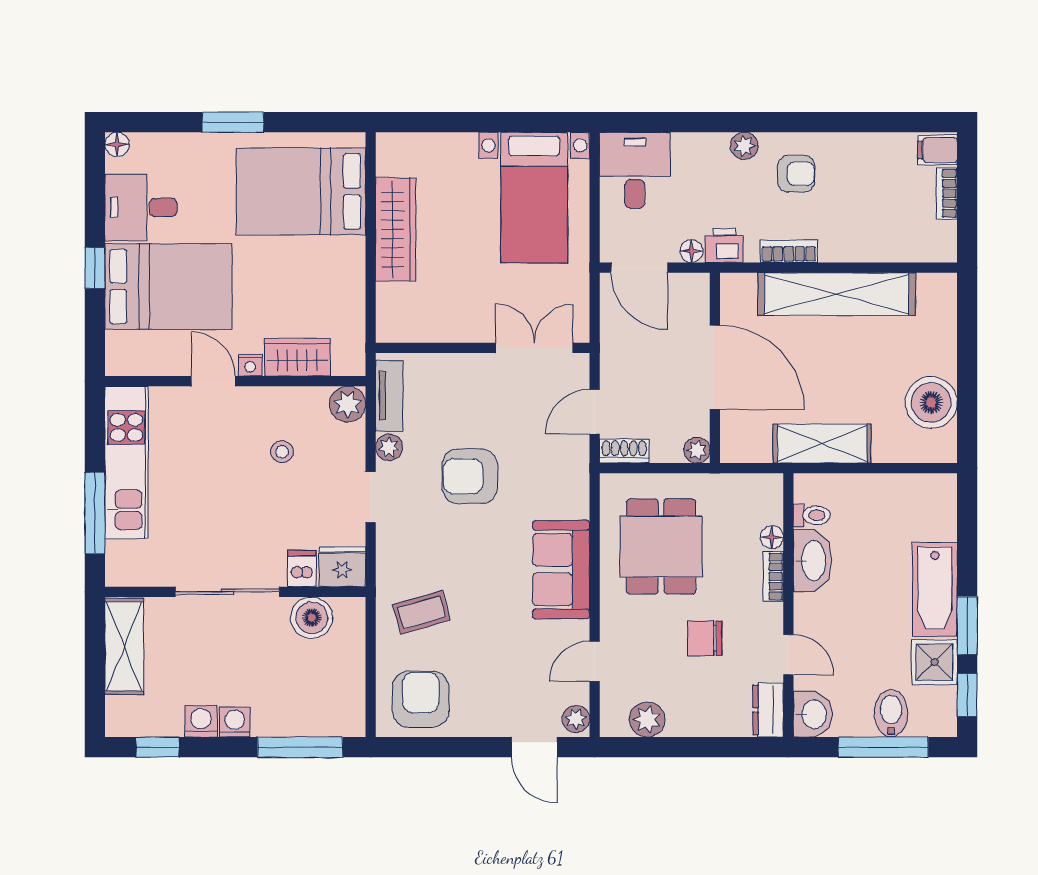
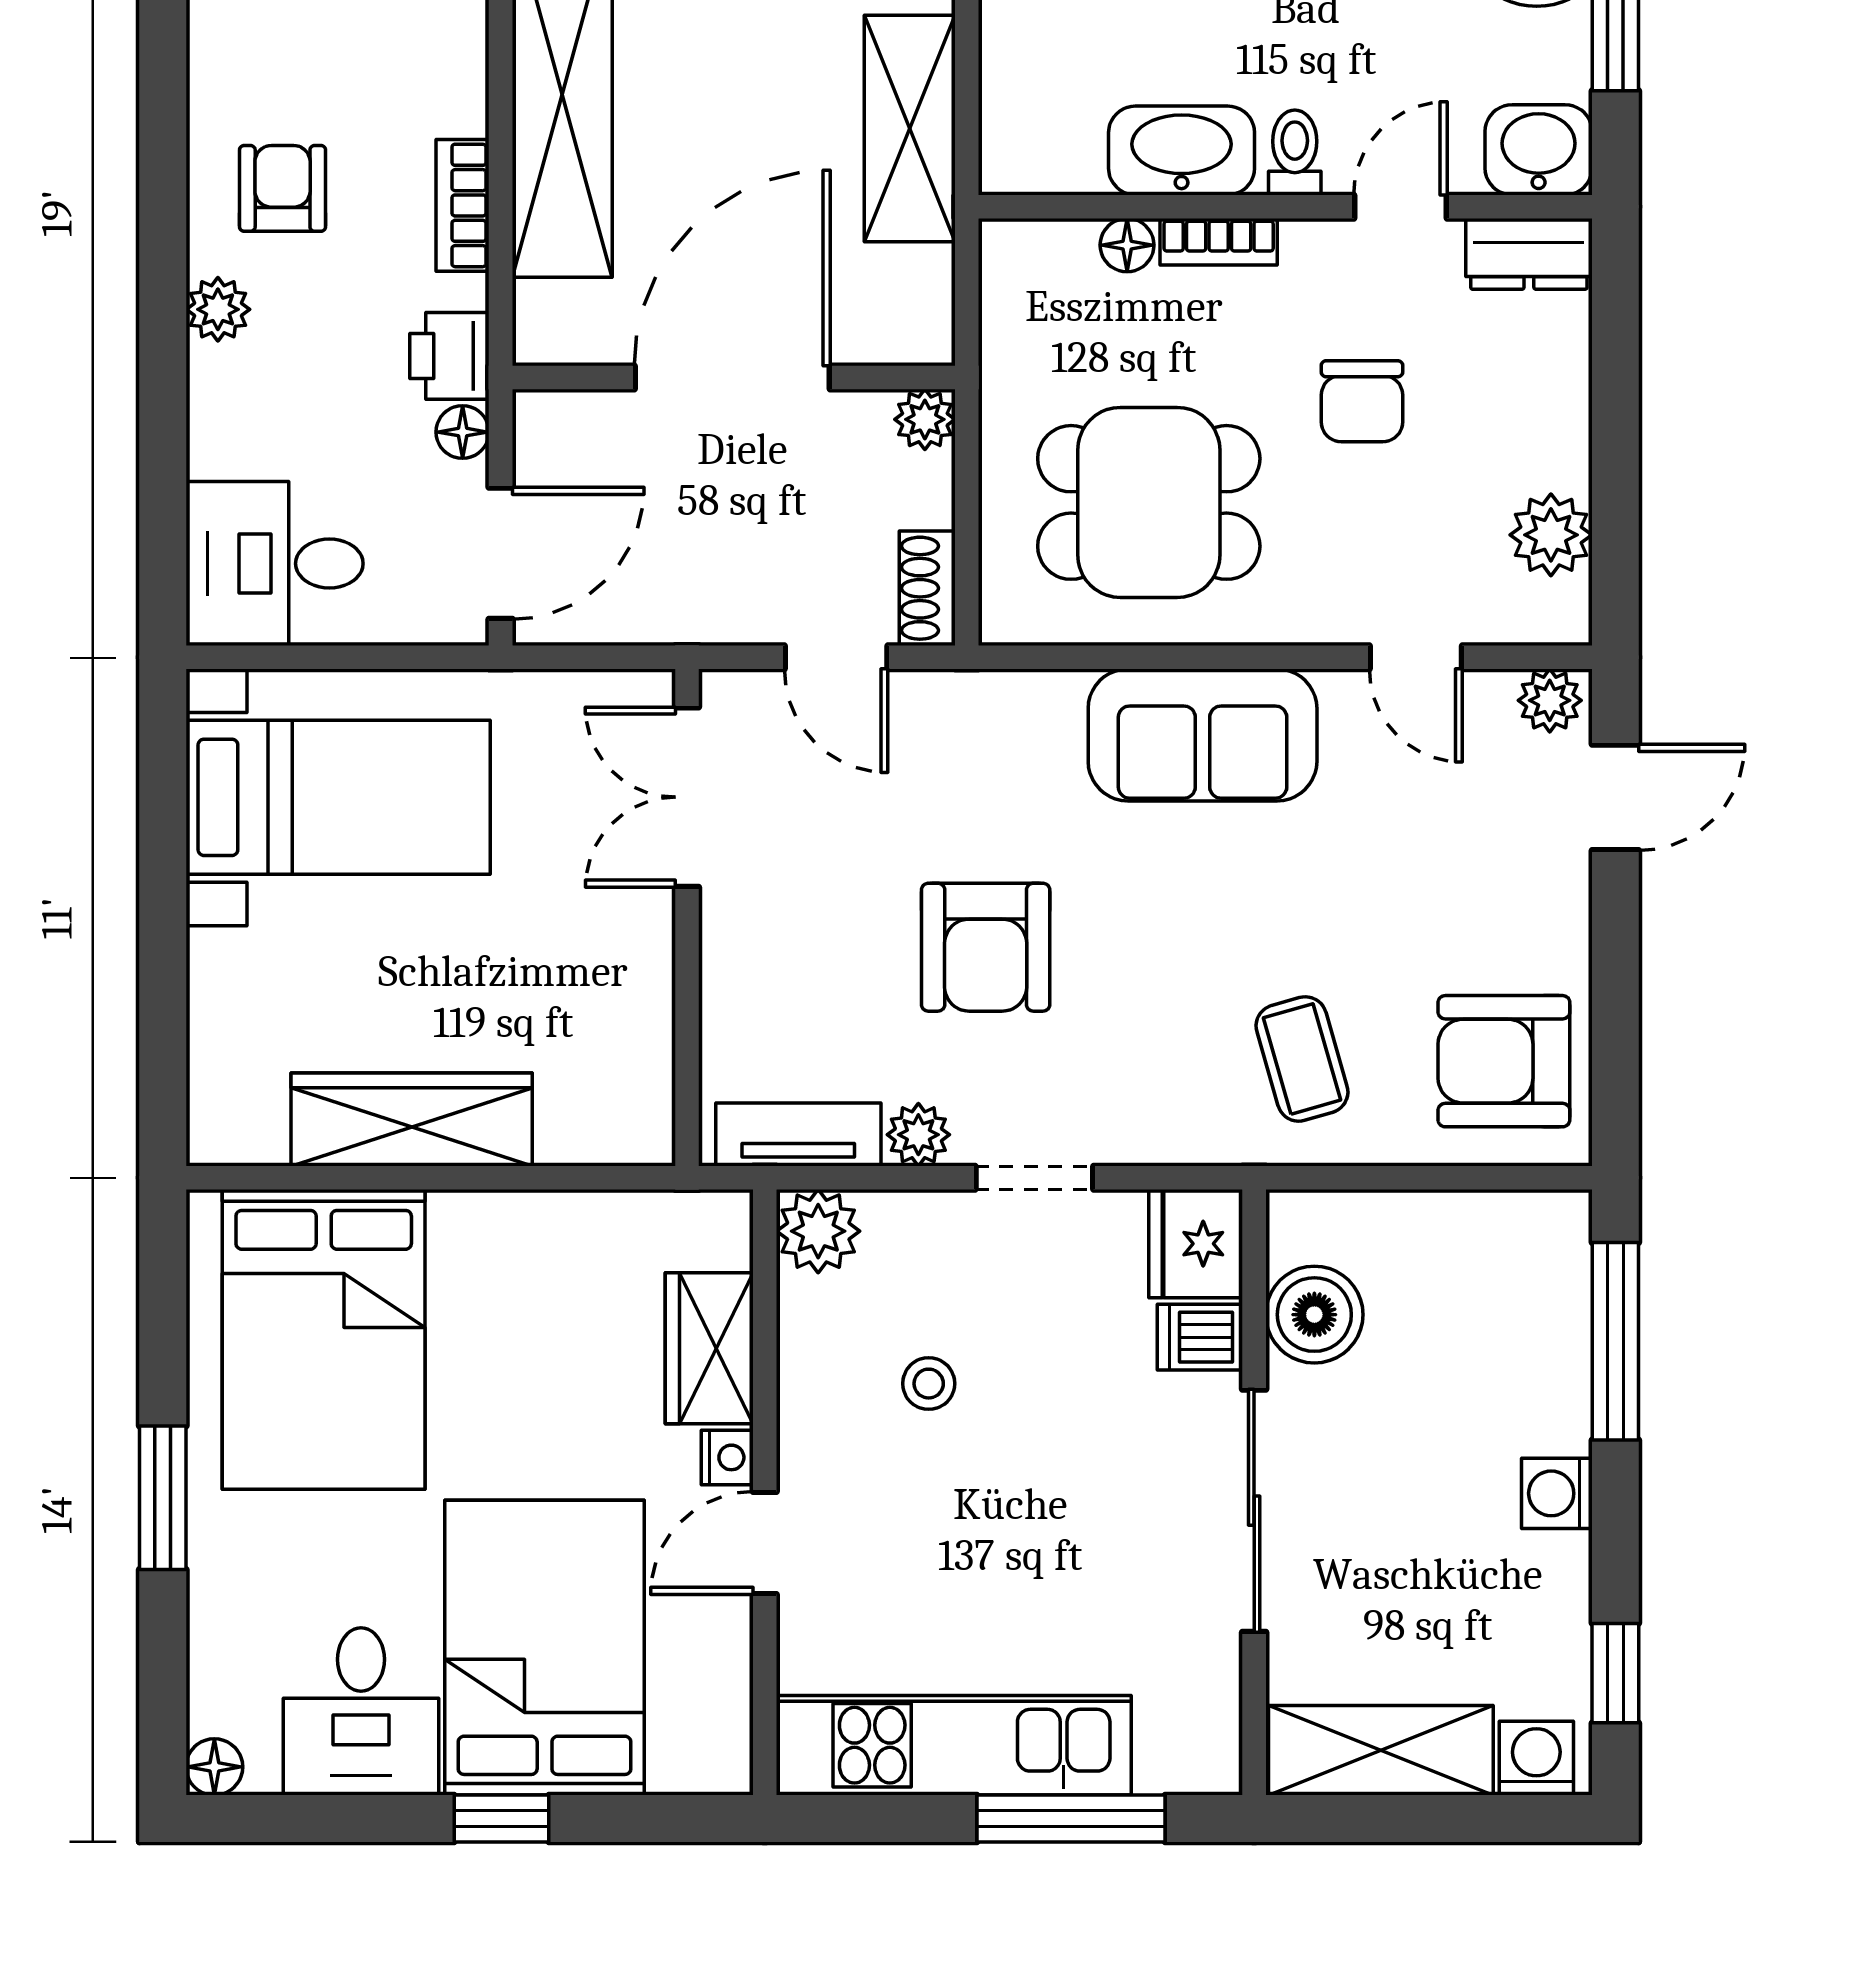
toilet: (812, 515) -> (1295, 152), moved
washing machine: (201, 721) -> (1536, 1758), moved, turned 90

